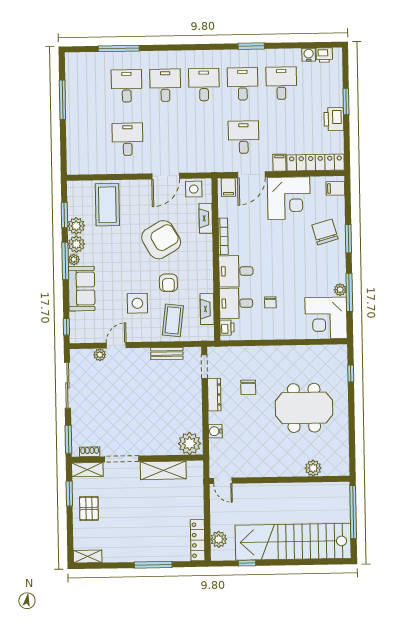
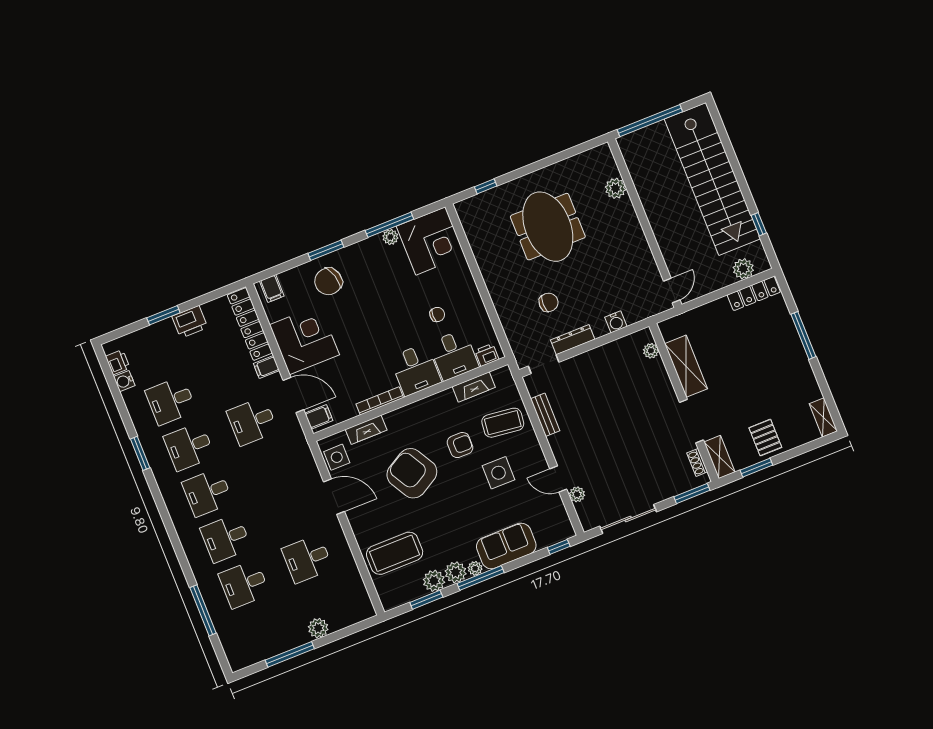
plant: (74, 128) -> (318, 628), added
plant: (190, 443) -> (651, 351), width x0.53, depth x0.53
pallet: (89, 509) -> (765, 438), turned 90

